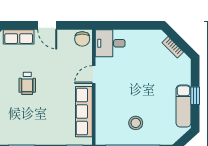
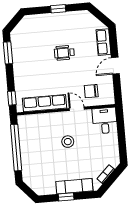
chair: (82, 39) -> (91, 91), moved
exam couch: (184, 106) -> (74, 186), moved
stool: (136, 123) -> (68, 142), moved

